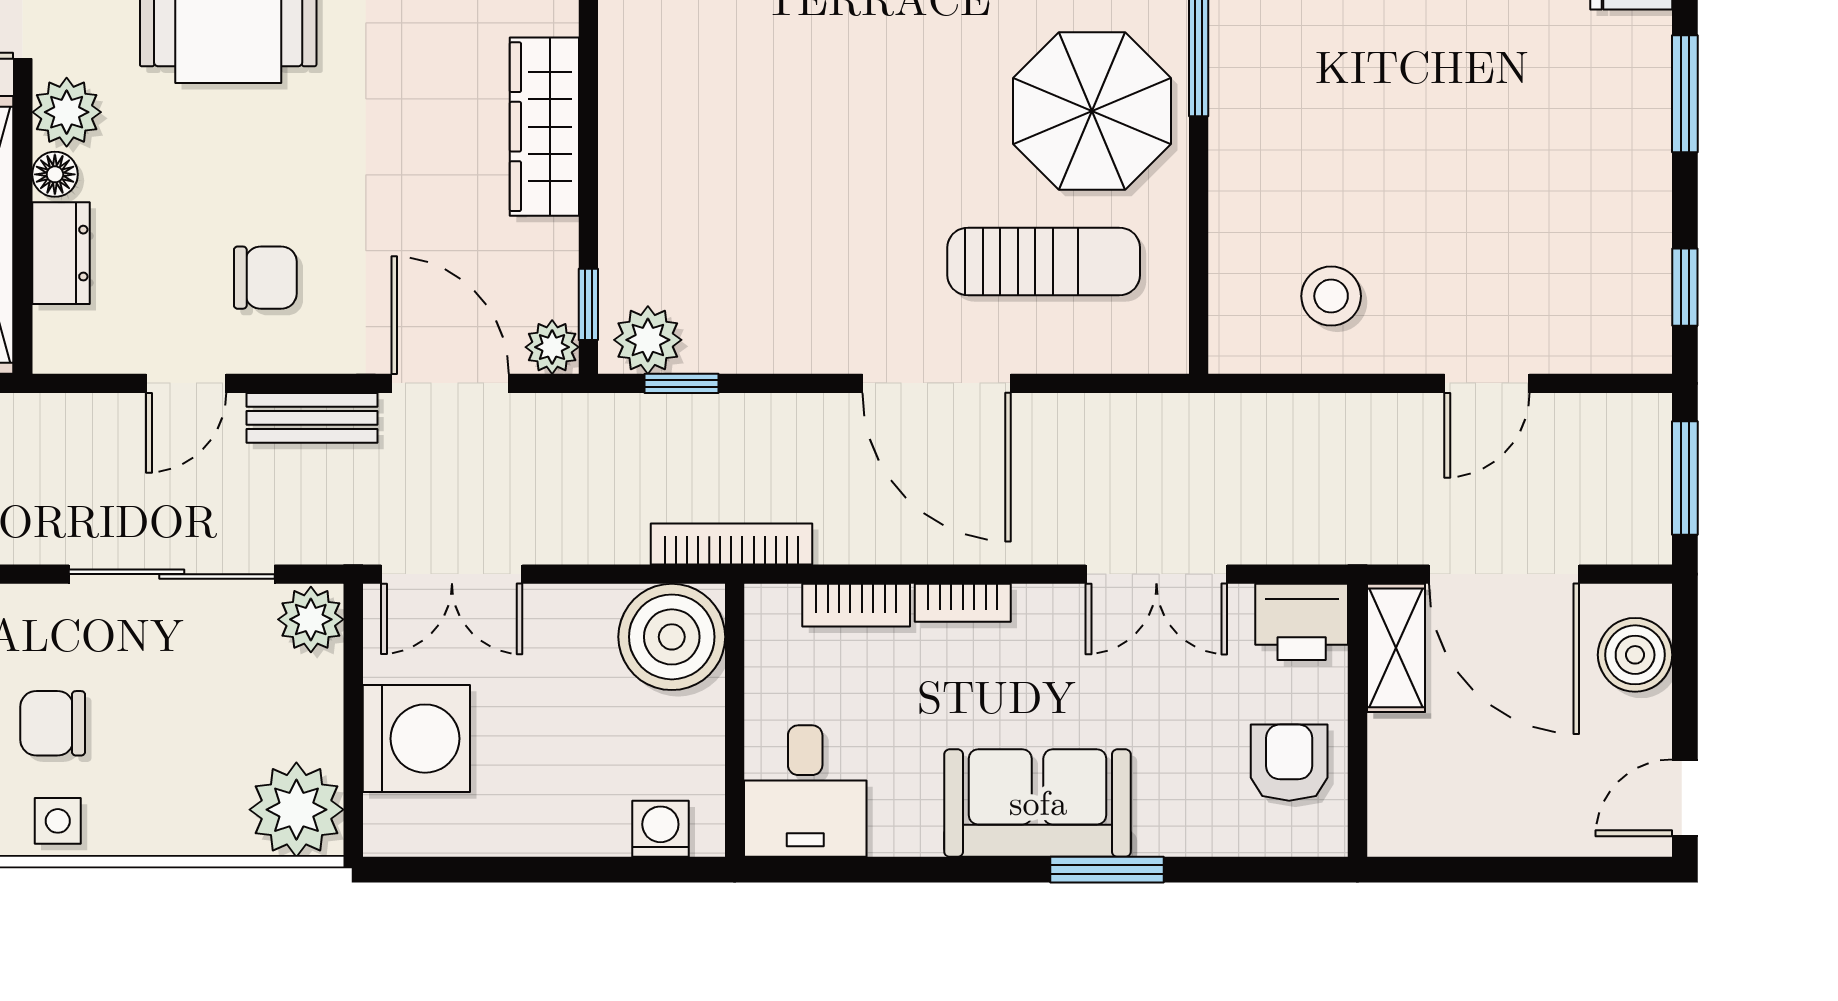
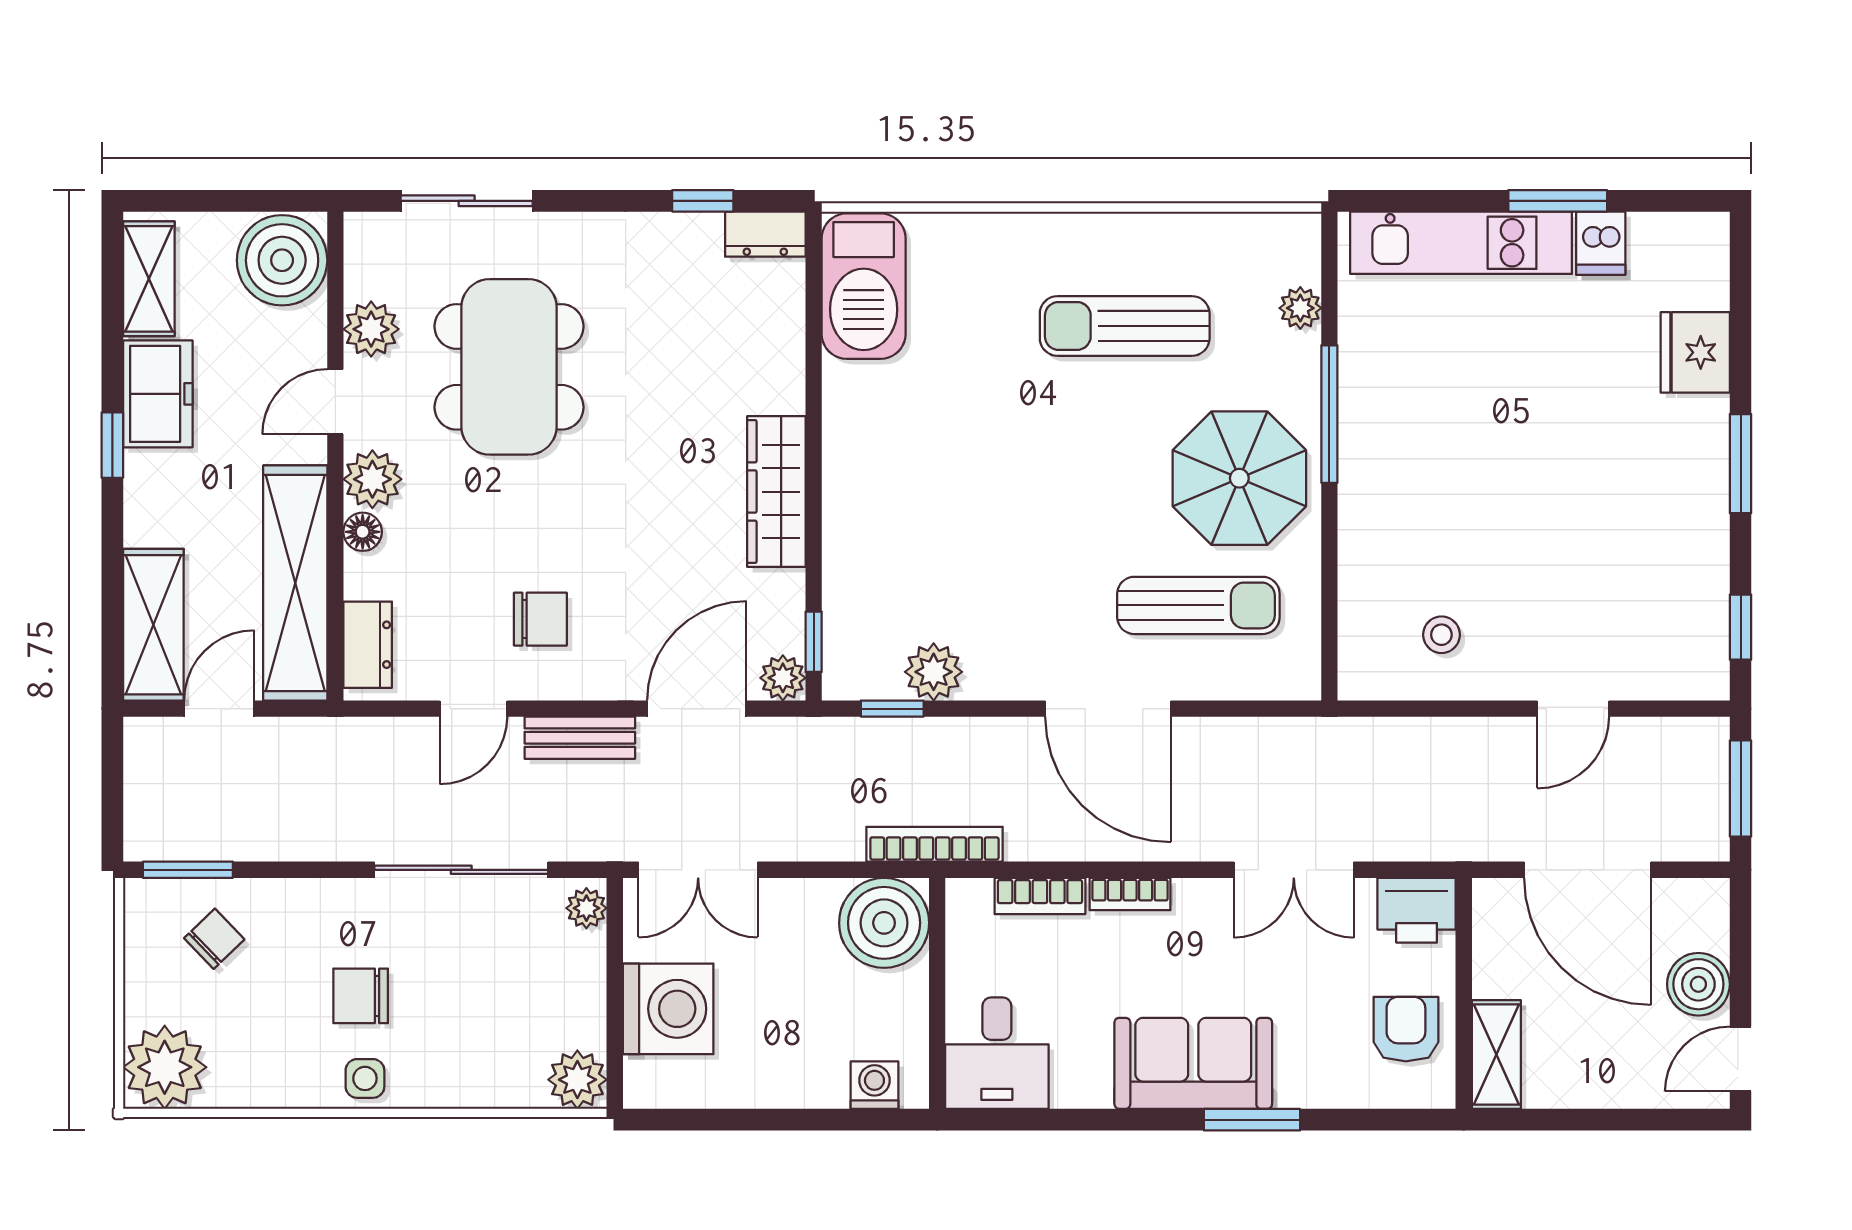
dresser: (61, 253) -> (368, 645), moved
stool: (1331, 296) -> (1441, 635), width x0.73, depth x0.73
plant: (648, 340) -> (934, 672), moved
door: (450, 383) -> (697, 709), hinge flipped
plant: (311, 619) -> (586, 908), width x0.73, depth x0.73
shelving: (1396, 648) -> (1496, 1055), moved
boiler: (1635, 655) -> (1698, 984), moved
plant: (296, 810) -> (577, 1080), width x0.73, depth x0.73

